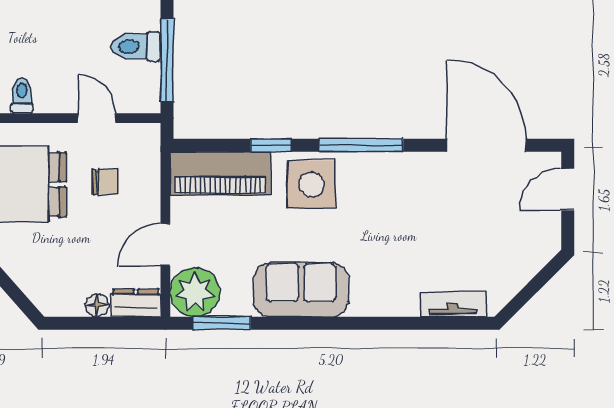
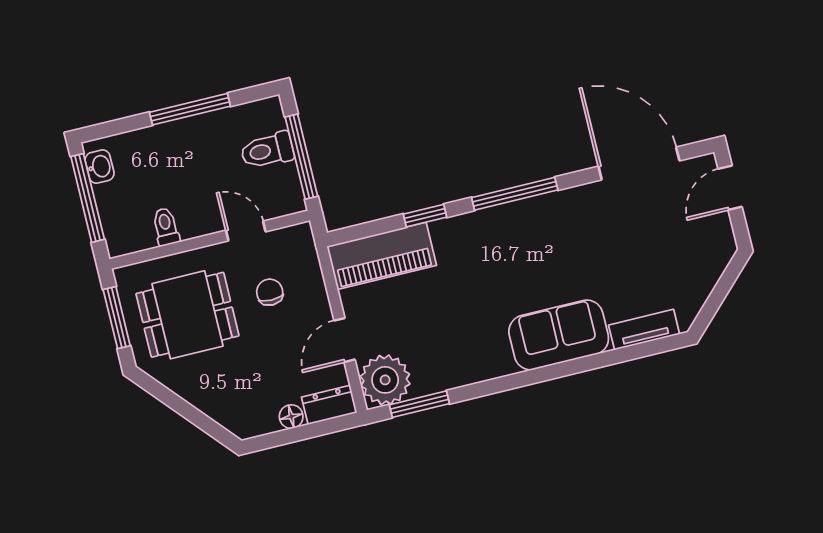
chair: (105, 182) -> (270, 292), turned -90
side table: (311, 184) -> (475, 245), removed
sofa: (301, 290) -> (559, 335), moved

